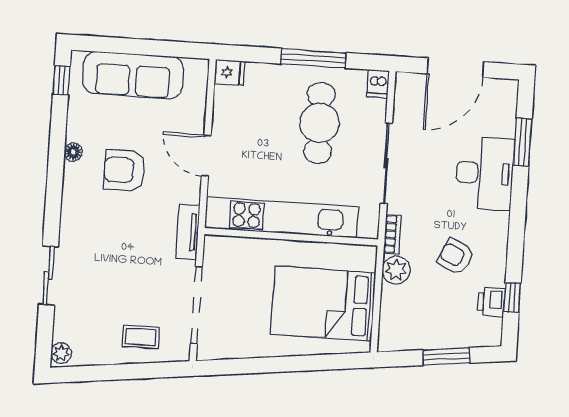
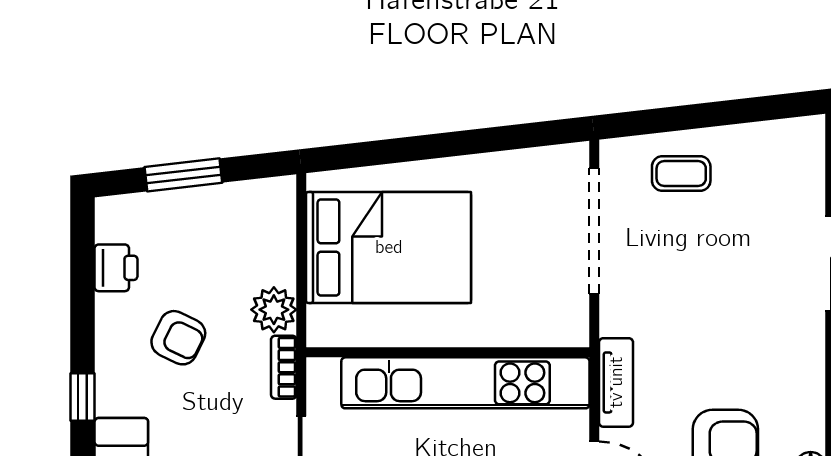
tv unit: (188, 232) -> (616, 382), moved
window: (512, 297) -> (82, 397), moved
plant: (61, 353) -> (808, 139), removed

